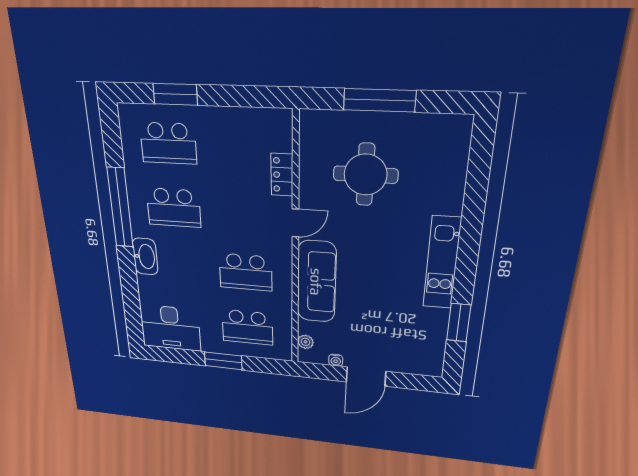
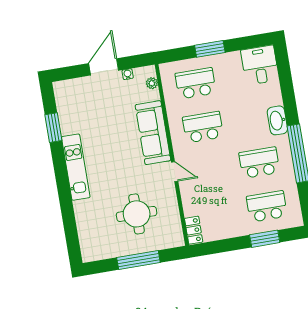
locker: (282, 175) -> (194, 230), moved
door: (295, 223) -> (175, 172), swing flipped
desk: (170, 328) -> (260, 65), width x0.73

